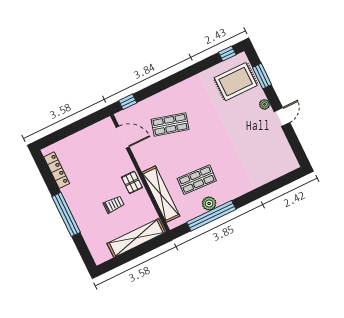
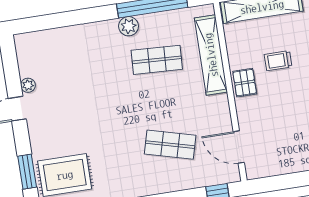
plant: (264, 104) -> (28, 85), moved
plant: (209, 203) -> (129, 26), moved

